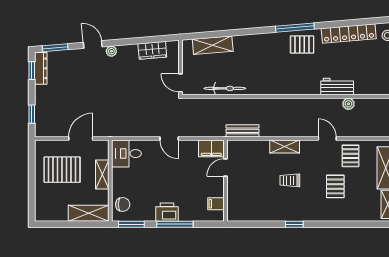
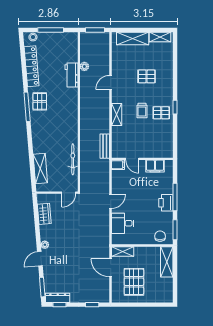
filing cabinet: (211, 148) -> (118, 165), width x0.50
desk: (126, 154) -> (123, 223), moved, turned 90
pallet: (350, 156) -> (161, 113), moved
shelving: (102, 175) -> (123, 252), moved
filing cabinet: (216, 204) -> (155, 166), width x2.00

